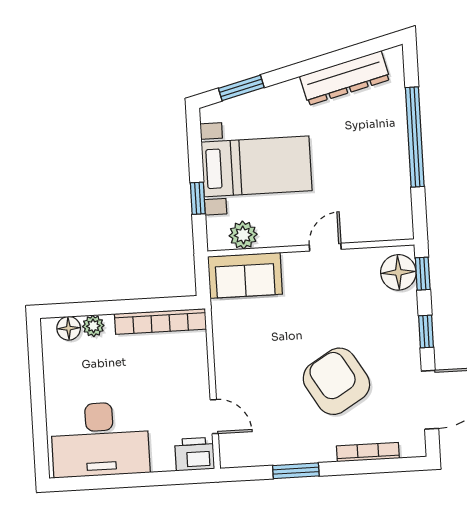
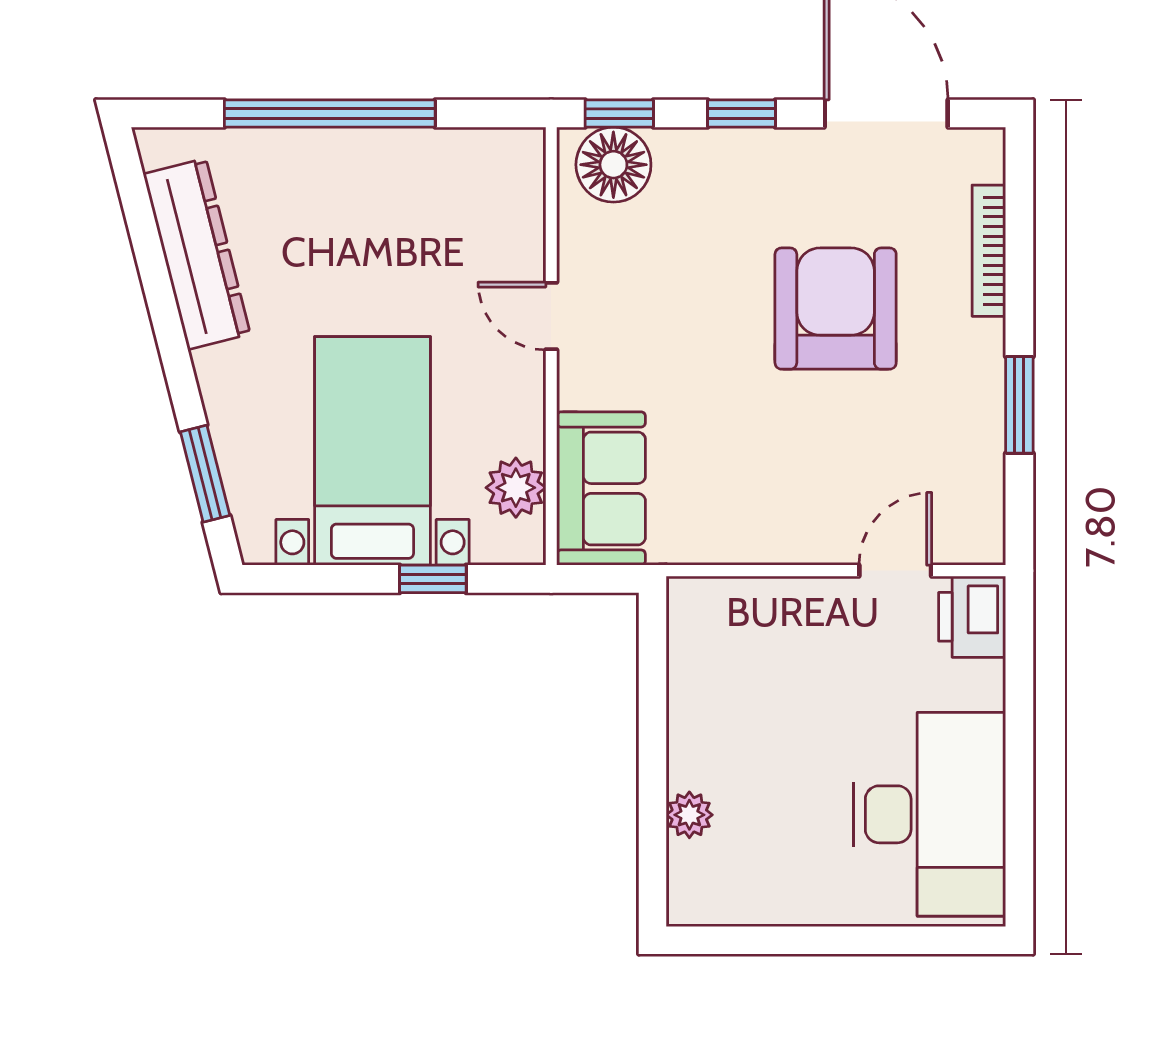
bookcase: (160, 321) -> (688, 673), removed
floor lamp: (69, 328) -> (691, 867), removed
armchair: (336, 381) -> (836, 309), turned 121

